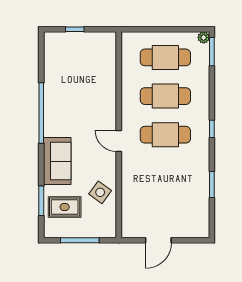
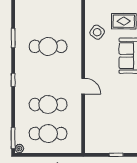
cafe table: (165, 135) -> (48, 46), moved
door: (119, 141) -> (83, 86), moved

